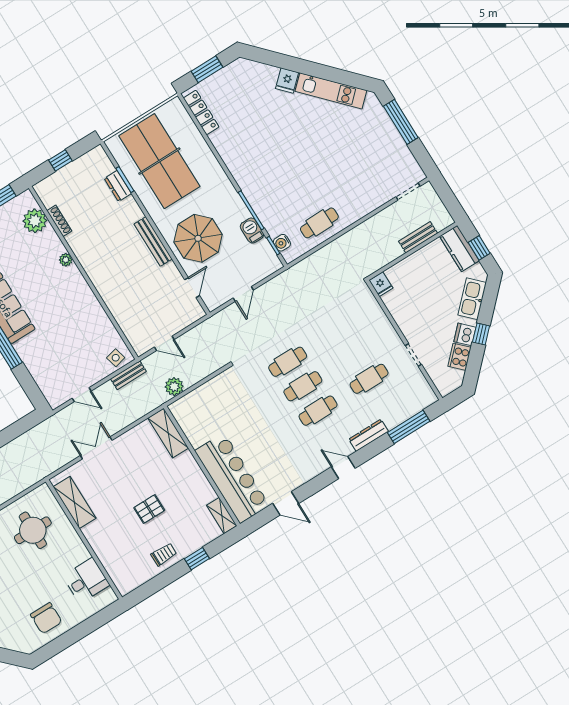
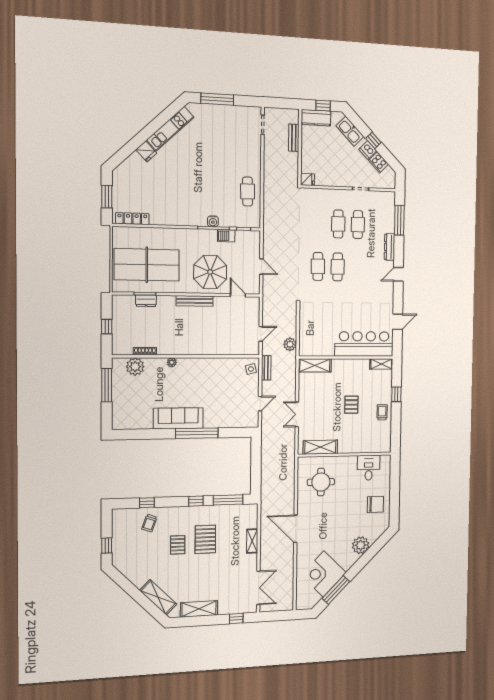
water cooler: (282, 243) -> (213, 221), moved
cafe table: (318, 411) -> (338, 224), moved

